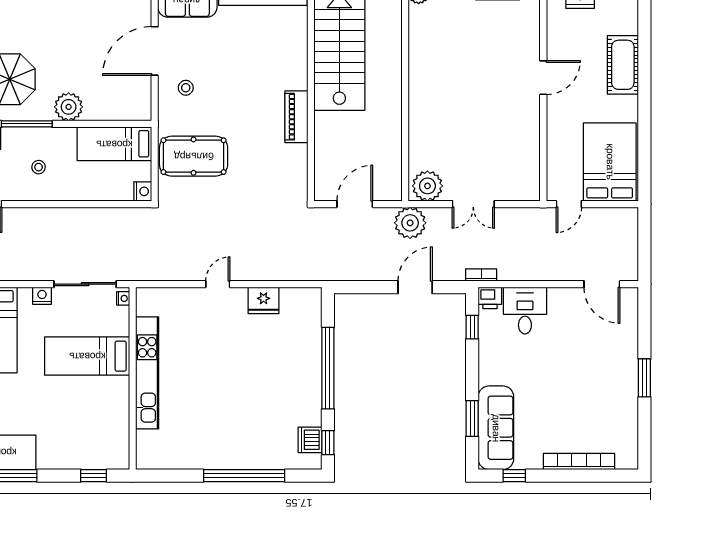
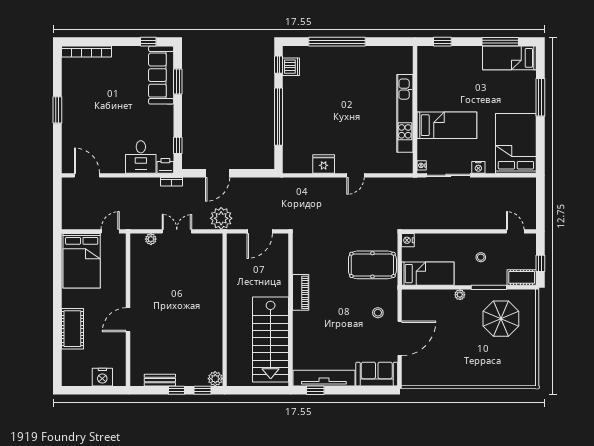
plant: (69, 107) -> (460, 295), width x0.53, depth x0.53
plant: (427, 186) -> (151, 239), moved, width x0.53, depth x0.53
bookcase: (579, 461) -> (86, 52), moved

